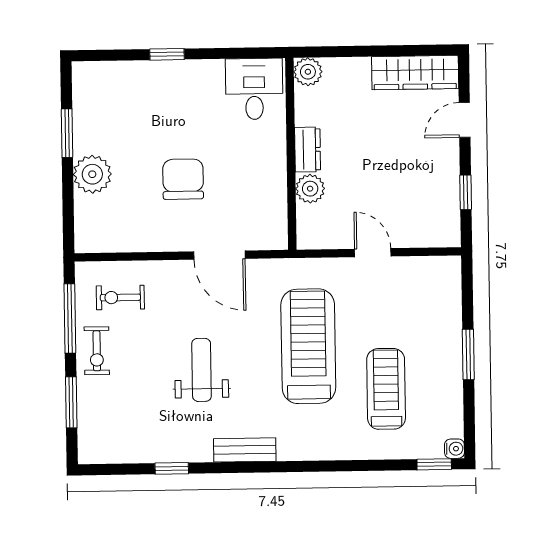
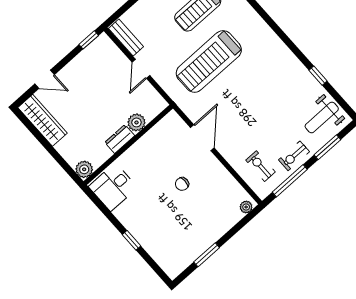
plant: (92, 174) -> (246, 207), moved, width x0.53, depth x0.53
chair: (183, 179) -> (182, 184), width x0.54, depth x0.54
window: (466, 192) -> (89, 40), moved
exercise bike: (120, 297) -> (260, 166), turned 180
exercise bike: (97, 351) -> (294, 156), turned 180
weight bench: (202, 370) -> (322, 117), moved
bench: (245, 450) -> (126, 38), moved

